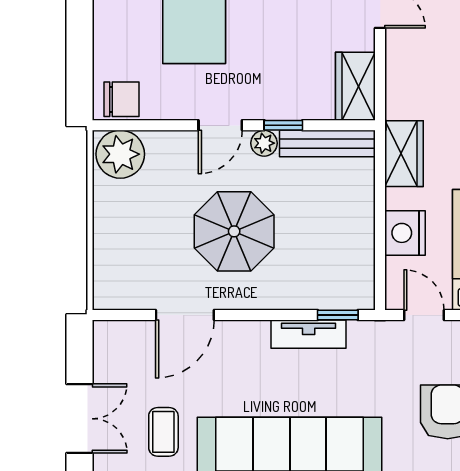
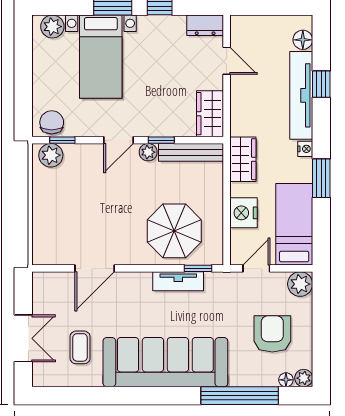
chair: (121, 99) -> (52, 122), turned -90
window: (137, 125) -> (62, 140), added
plant: (120, 154) -> (51, 155), width x0.73, depth x0.73
parasol: (234, 231) -> (174, 231), moved
door: (424, 315) -> (256, 268), hinge flipped

